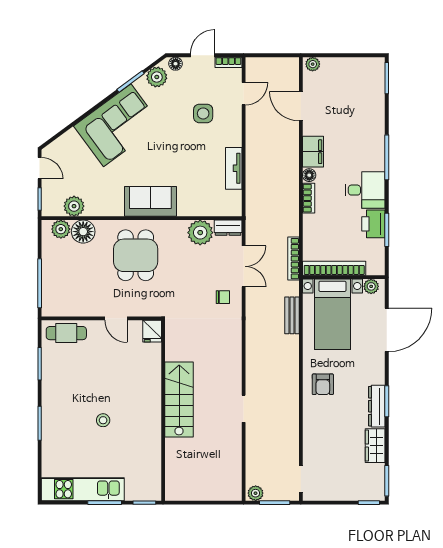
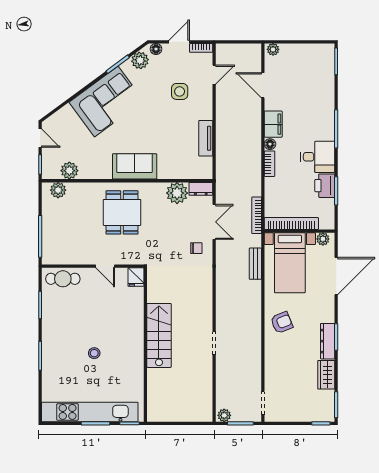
floor lamp: (83, 232) -> (77, 192), removed
armchair: (323, 384) -> (282, 322), turned -112
kitchen unit: (83, 489) -> (90, 412), width x1.36

